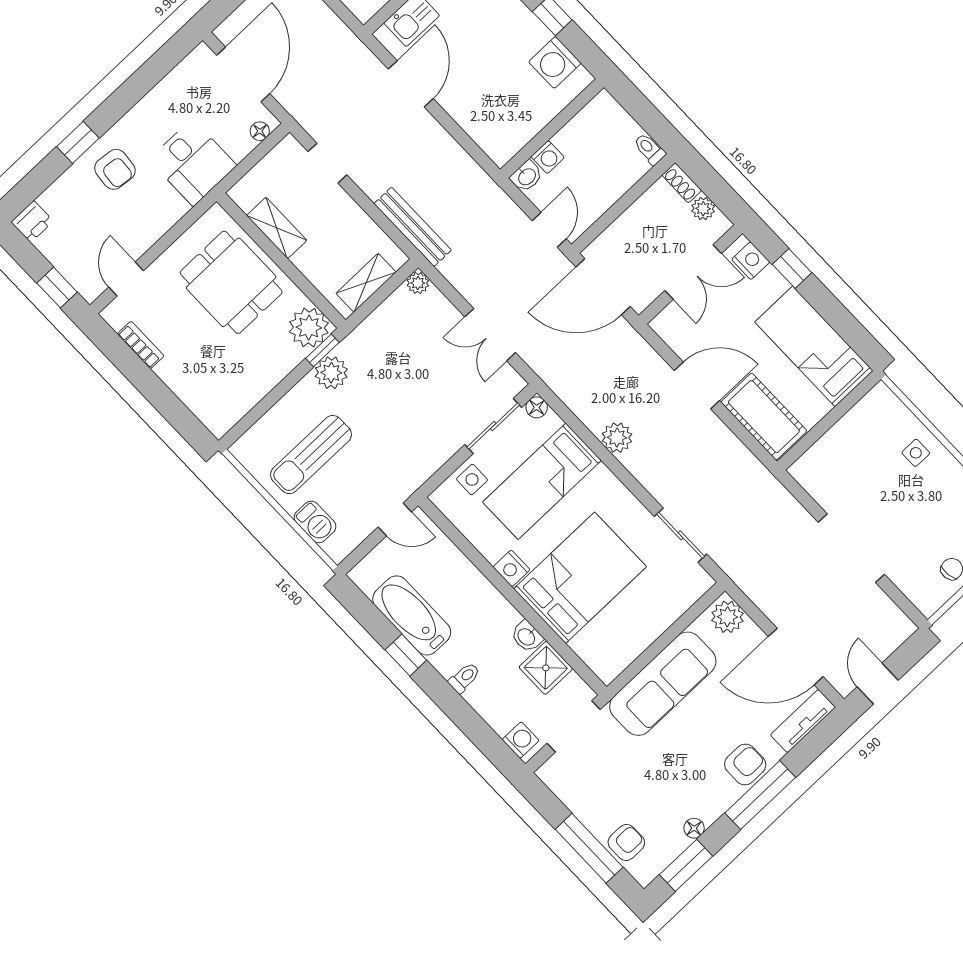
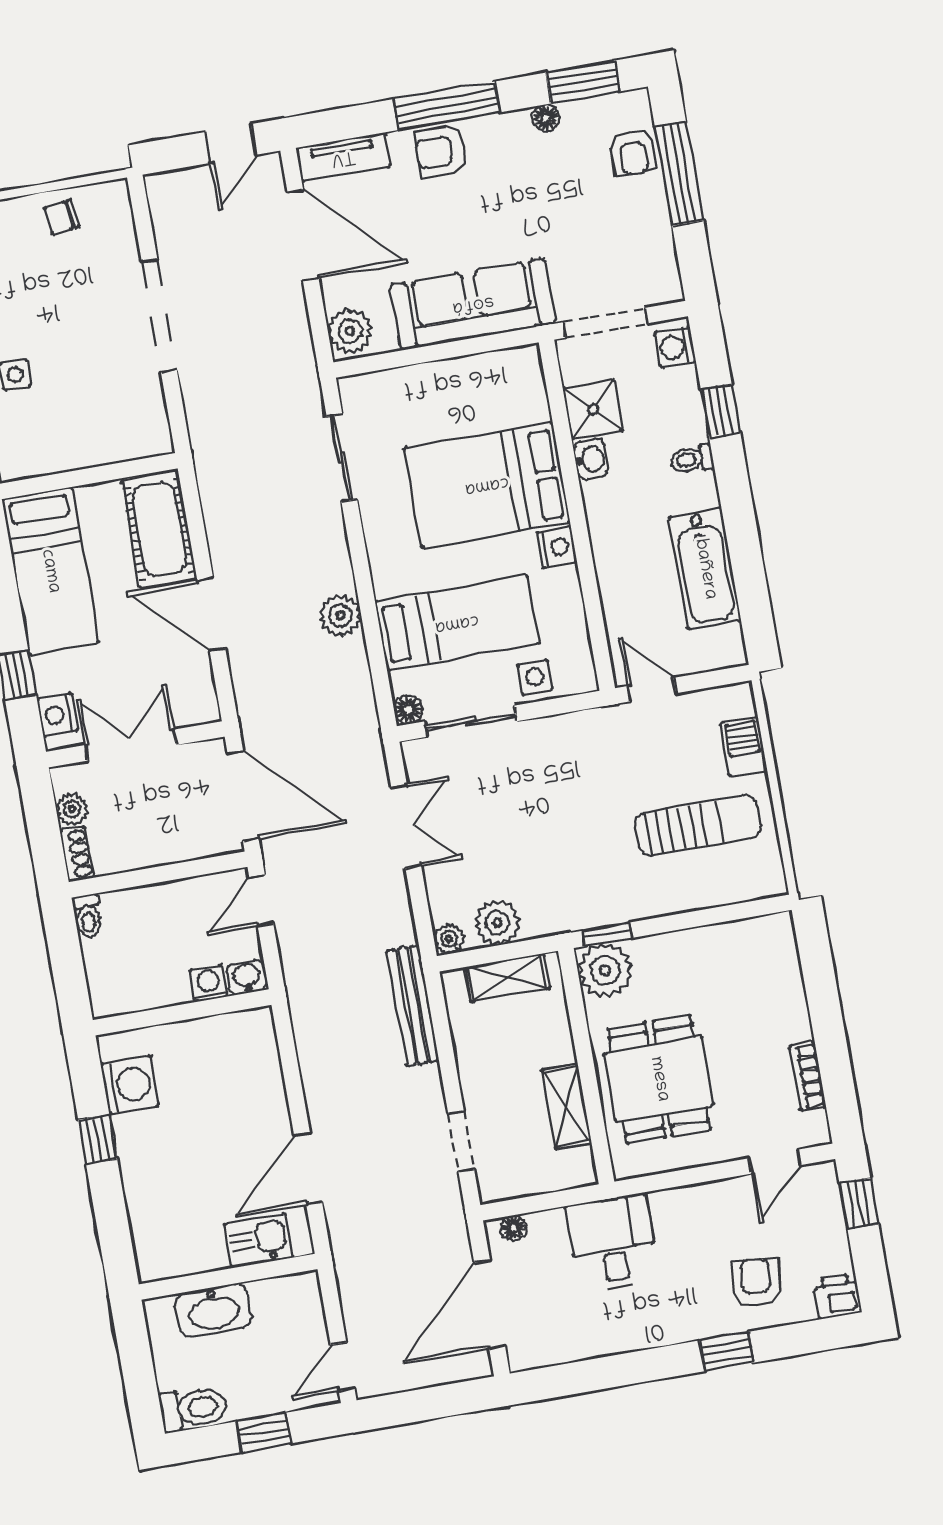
armchair: (115, 169) -> (756, 1283), moved
plant: (331, 373) -> (498, 923), moved
window: (406, 655) -> (721, 411), moved
armchair: (626, 842) -> (633, 152), turned -90

